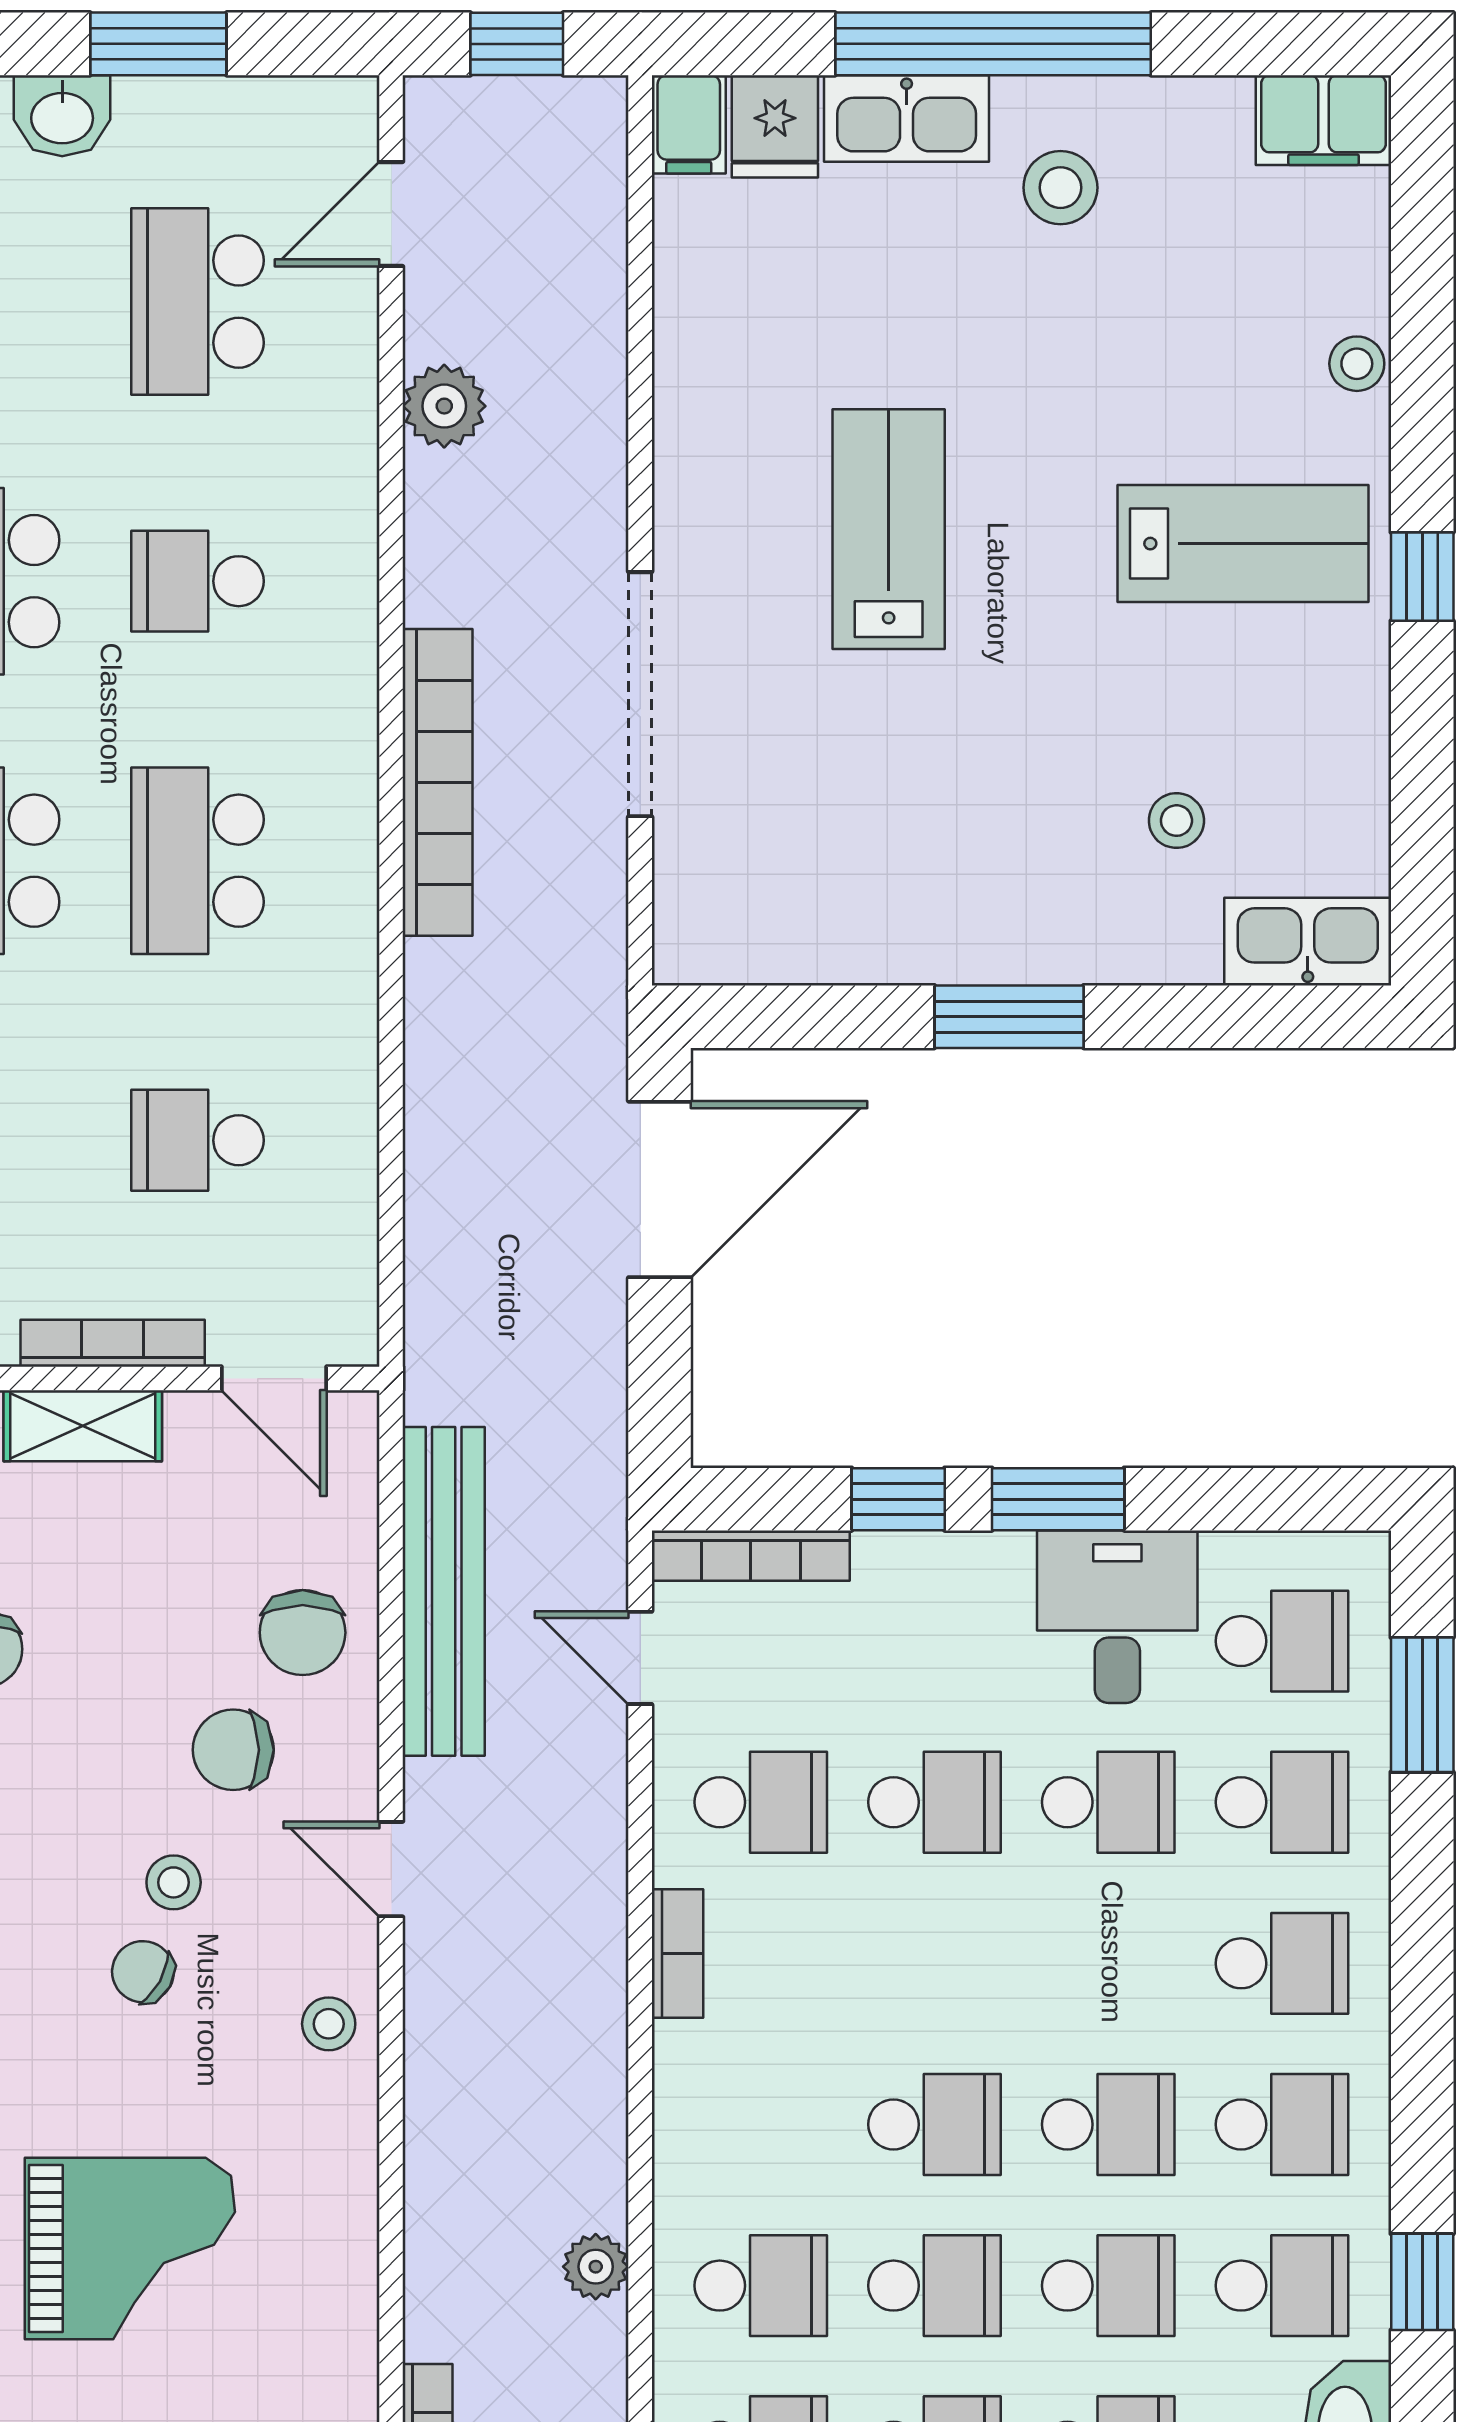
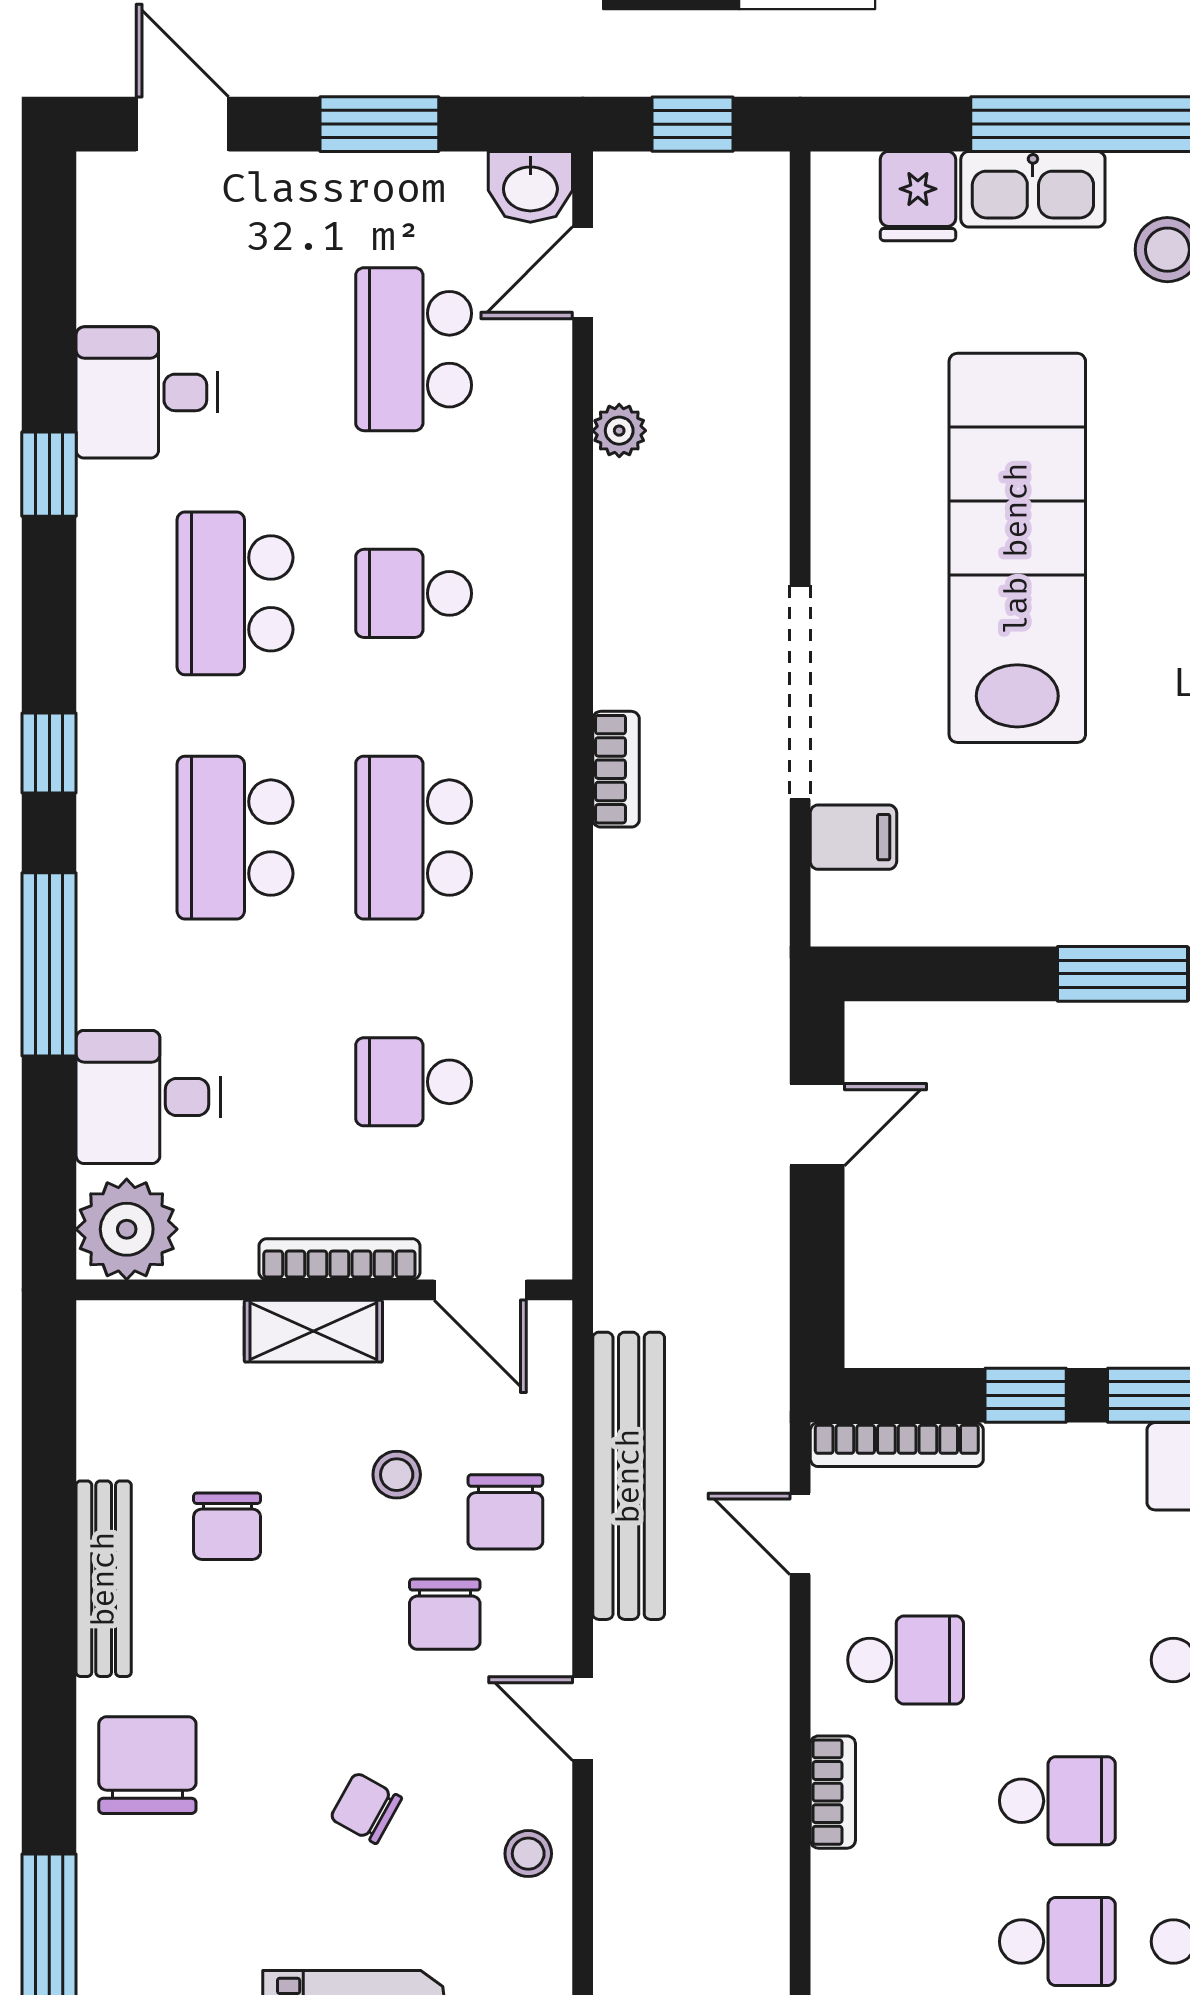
washbasin: (62, 116) -> (530, 187), moved
filing cabinet: (689, 124) -> (853, 837), moved, turned -90
plant: (444, 406) -> (619, 431), width x0.73, depth x0.73
lab bench: (889, 529) -> (1017, 548), width x1.86, depth x1.39
bookcase: (438, 782) -> (616, 769), width x0.43, depth x0.76
door: (660, 1189) -> (817, 1125), width x0.53
chair: (233, 1750) -> (445, 1614), turned -90
school desk: (935, 1802) -> (1057, 1801), moved
stool: (174, 1882) -> (397, 1475), moved

